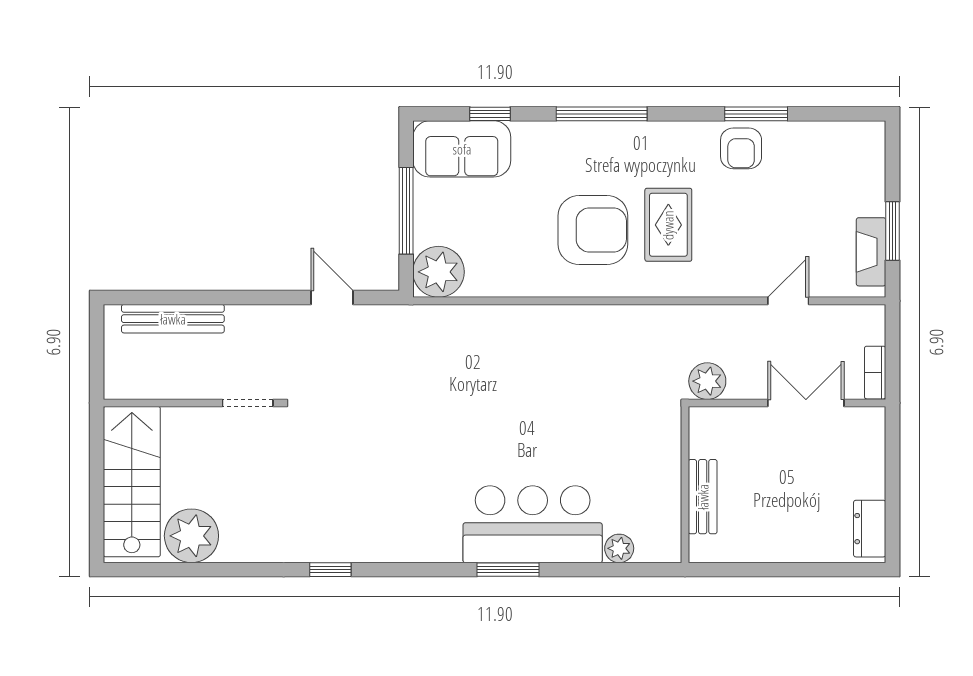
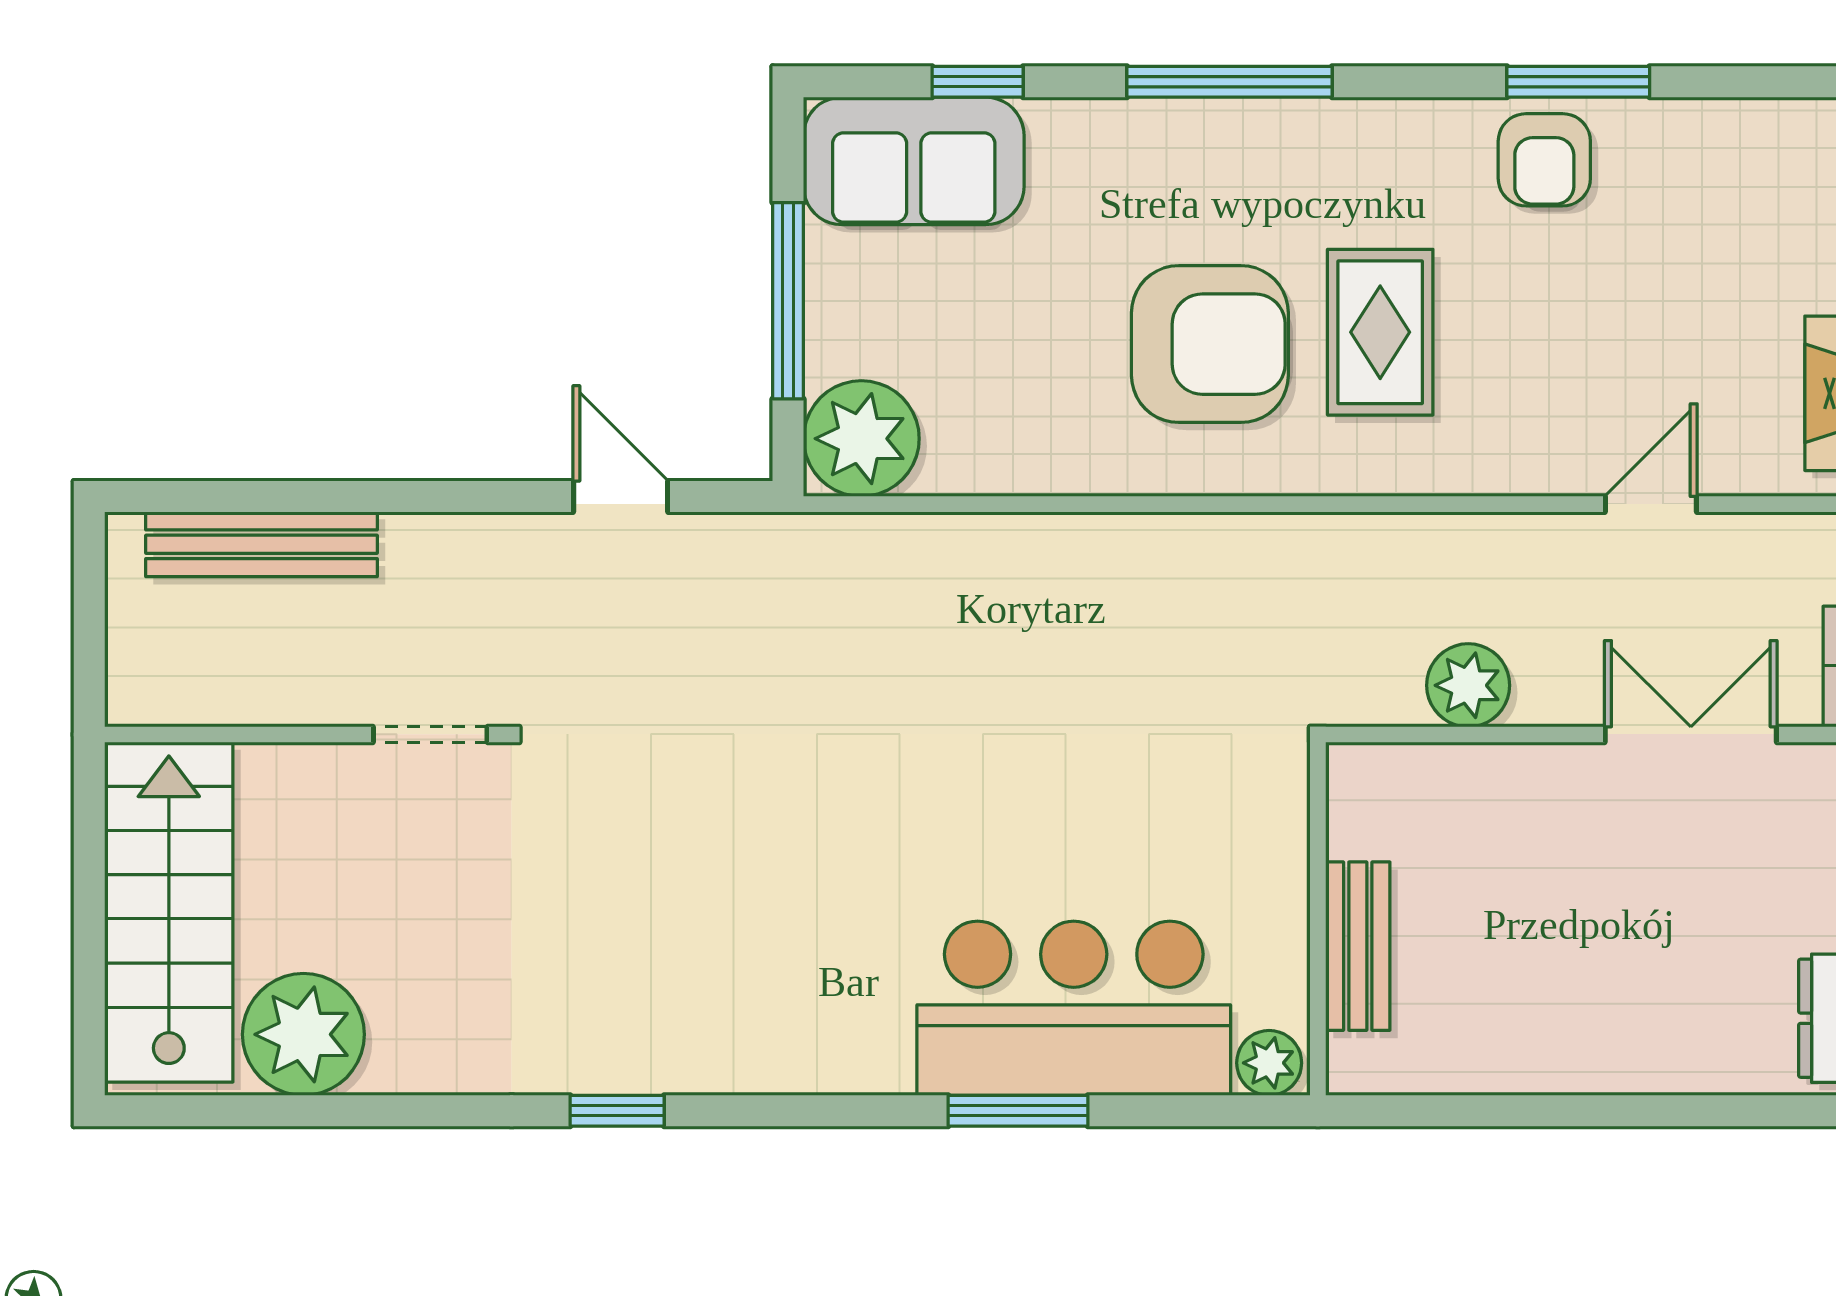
wall: (685, 485) -> (1318, 919), moved
bench: (703, 497) -> (1358, 946), moved

